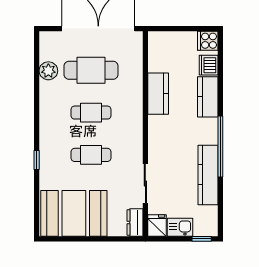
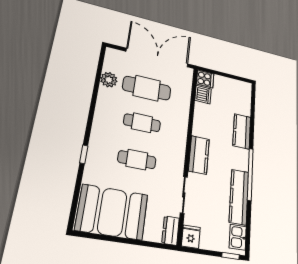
cooker: (208, 41) -> (205, 79), moved, turned 180
dishwasher: (209, 65) -> (203, 95), moved, turned 180
kitchen counter: (158, 94) -> (199, 155), moved
kitchen sink: (180, 227) -> (238, 237), moved, turned -90

